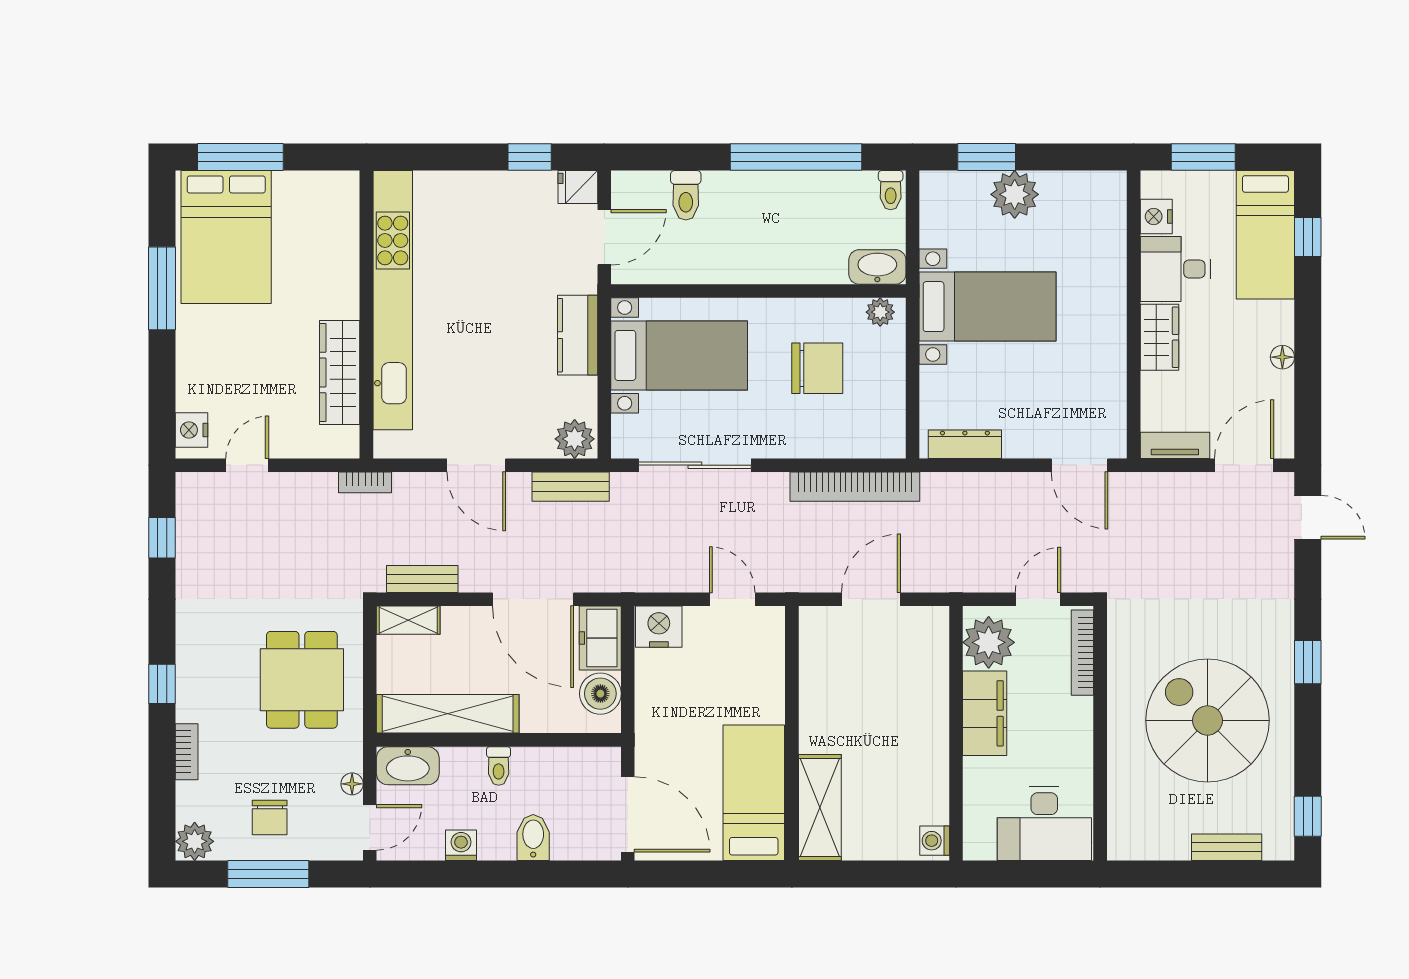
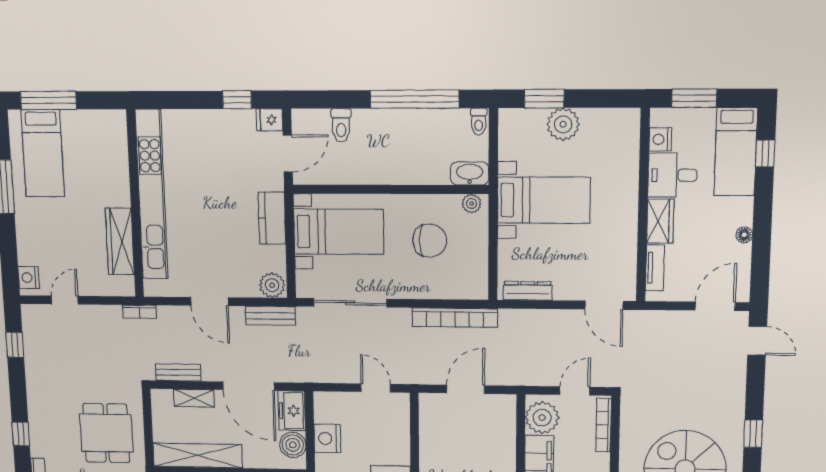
bed: (226, 237) -> (43, 153), width x0.67
tv unit: (1175, 445) -> (655, 268), moved, turned 90
shelving: (408, 620) -> (194, 398), moved
nightstand: (659, 627) -> (327, 439), moved, turned -90

